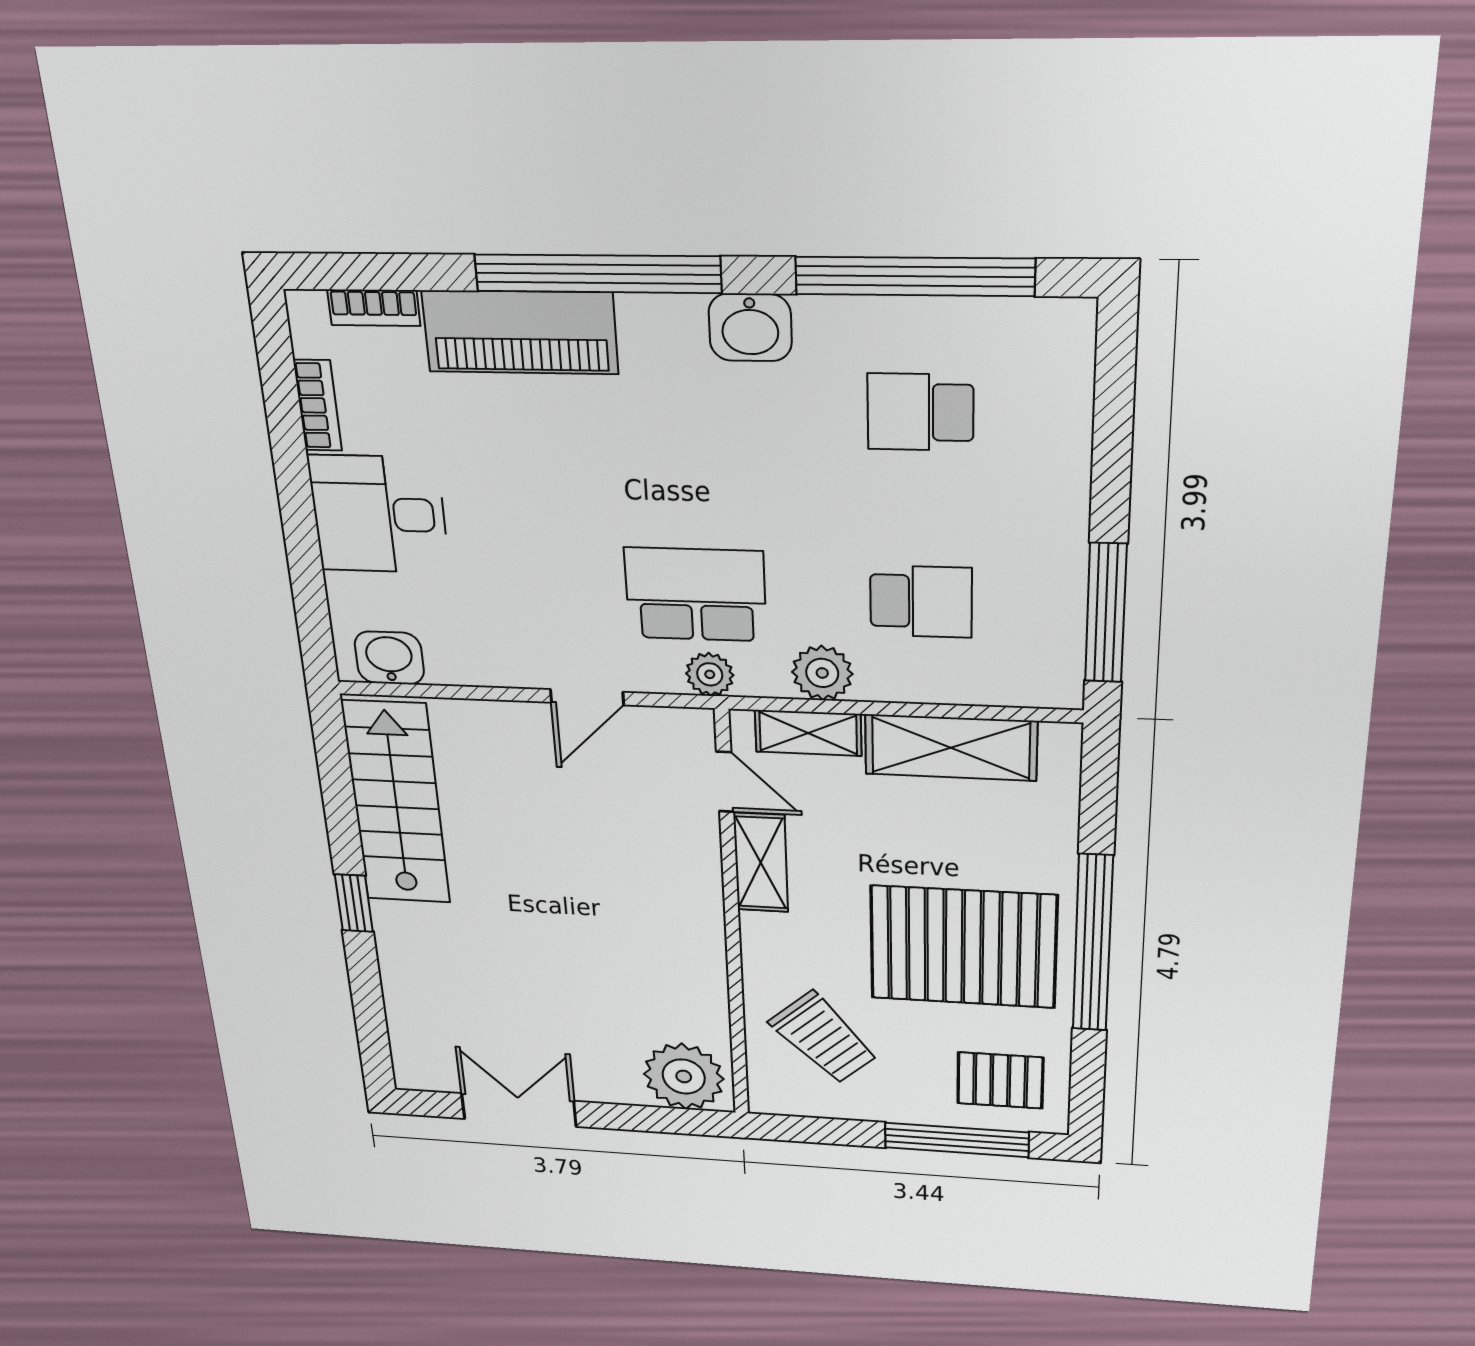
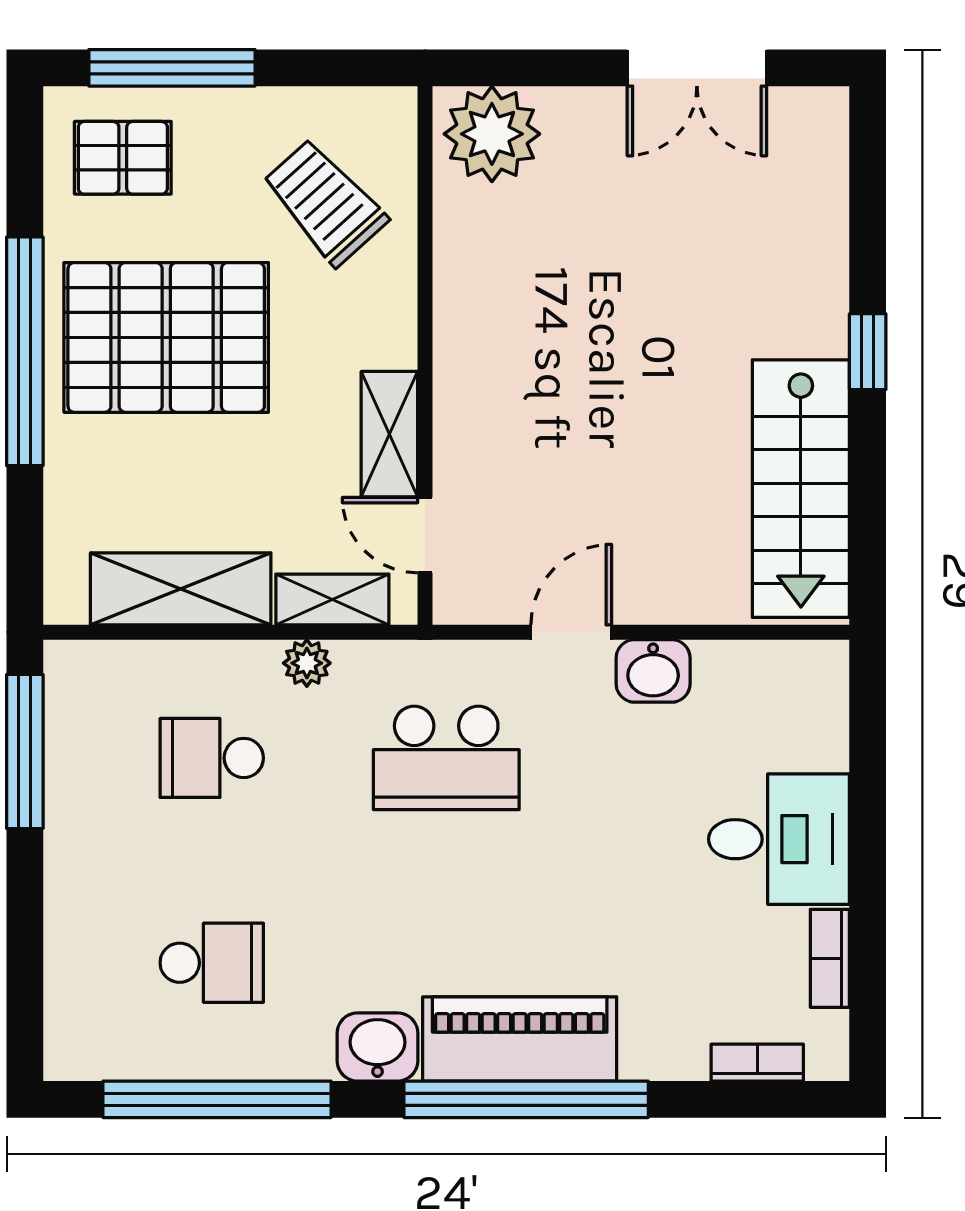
piano: (520, 332) -> (520, 1039), moved
washbasin: (389, 658) -> (653, 671), moved
plant: (822, 673) -> (307, 663), width x0.73, depth x0.73
plant: (710, 674) -> (436, 665), removed

